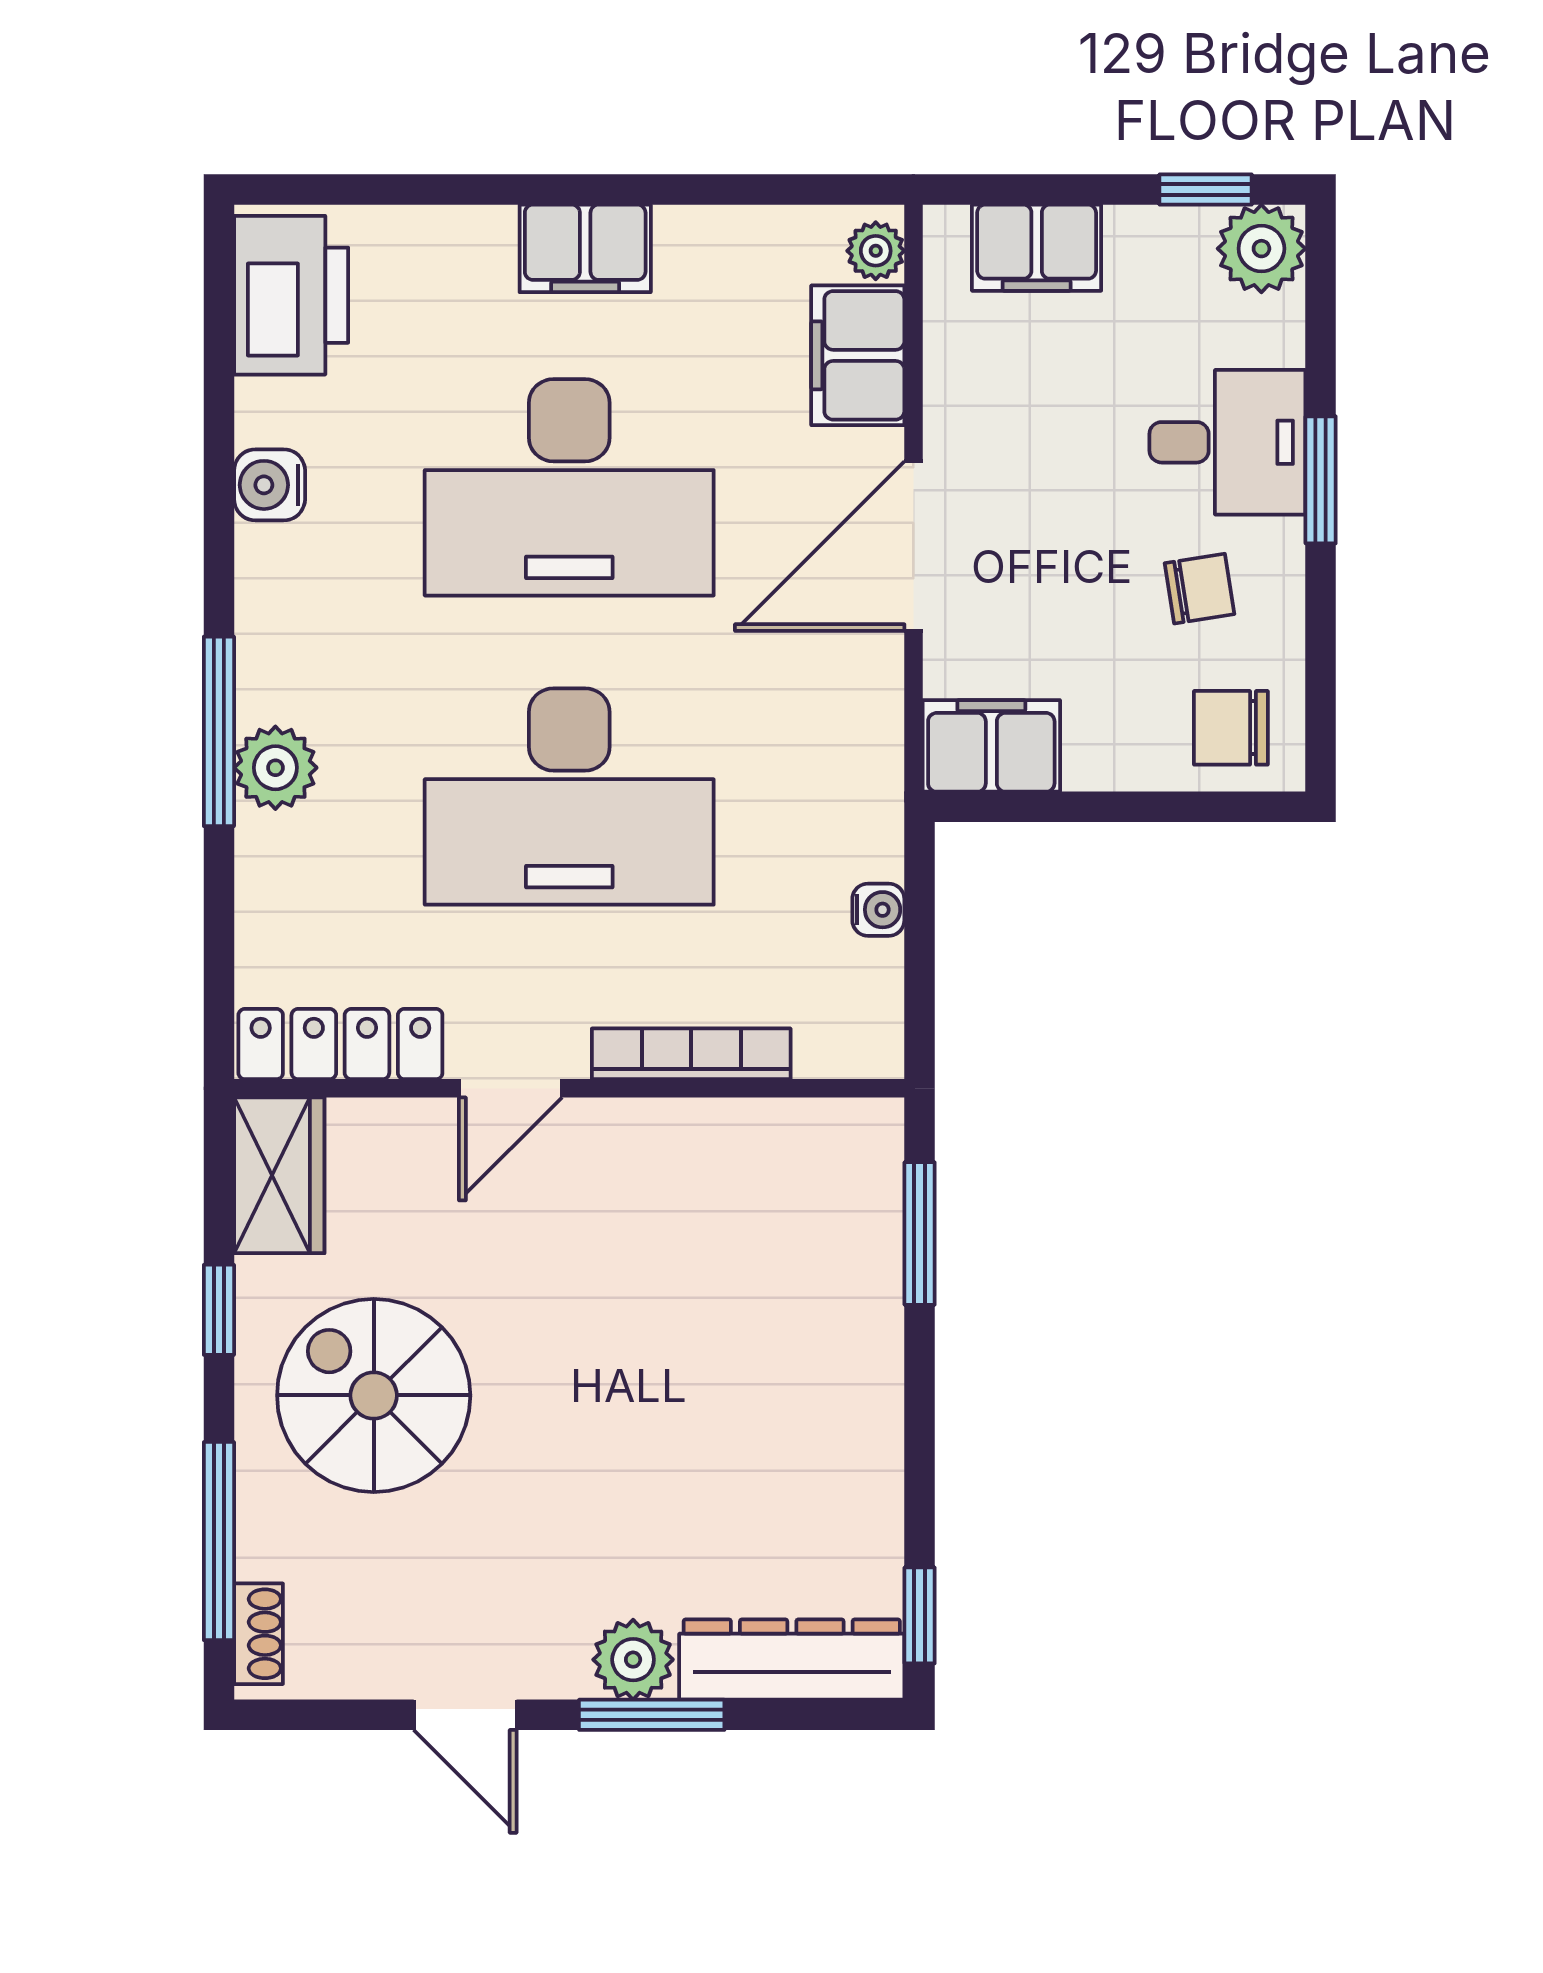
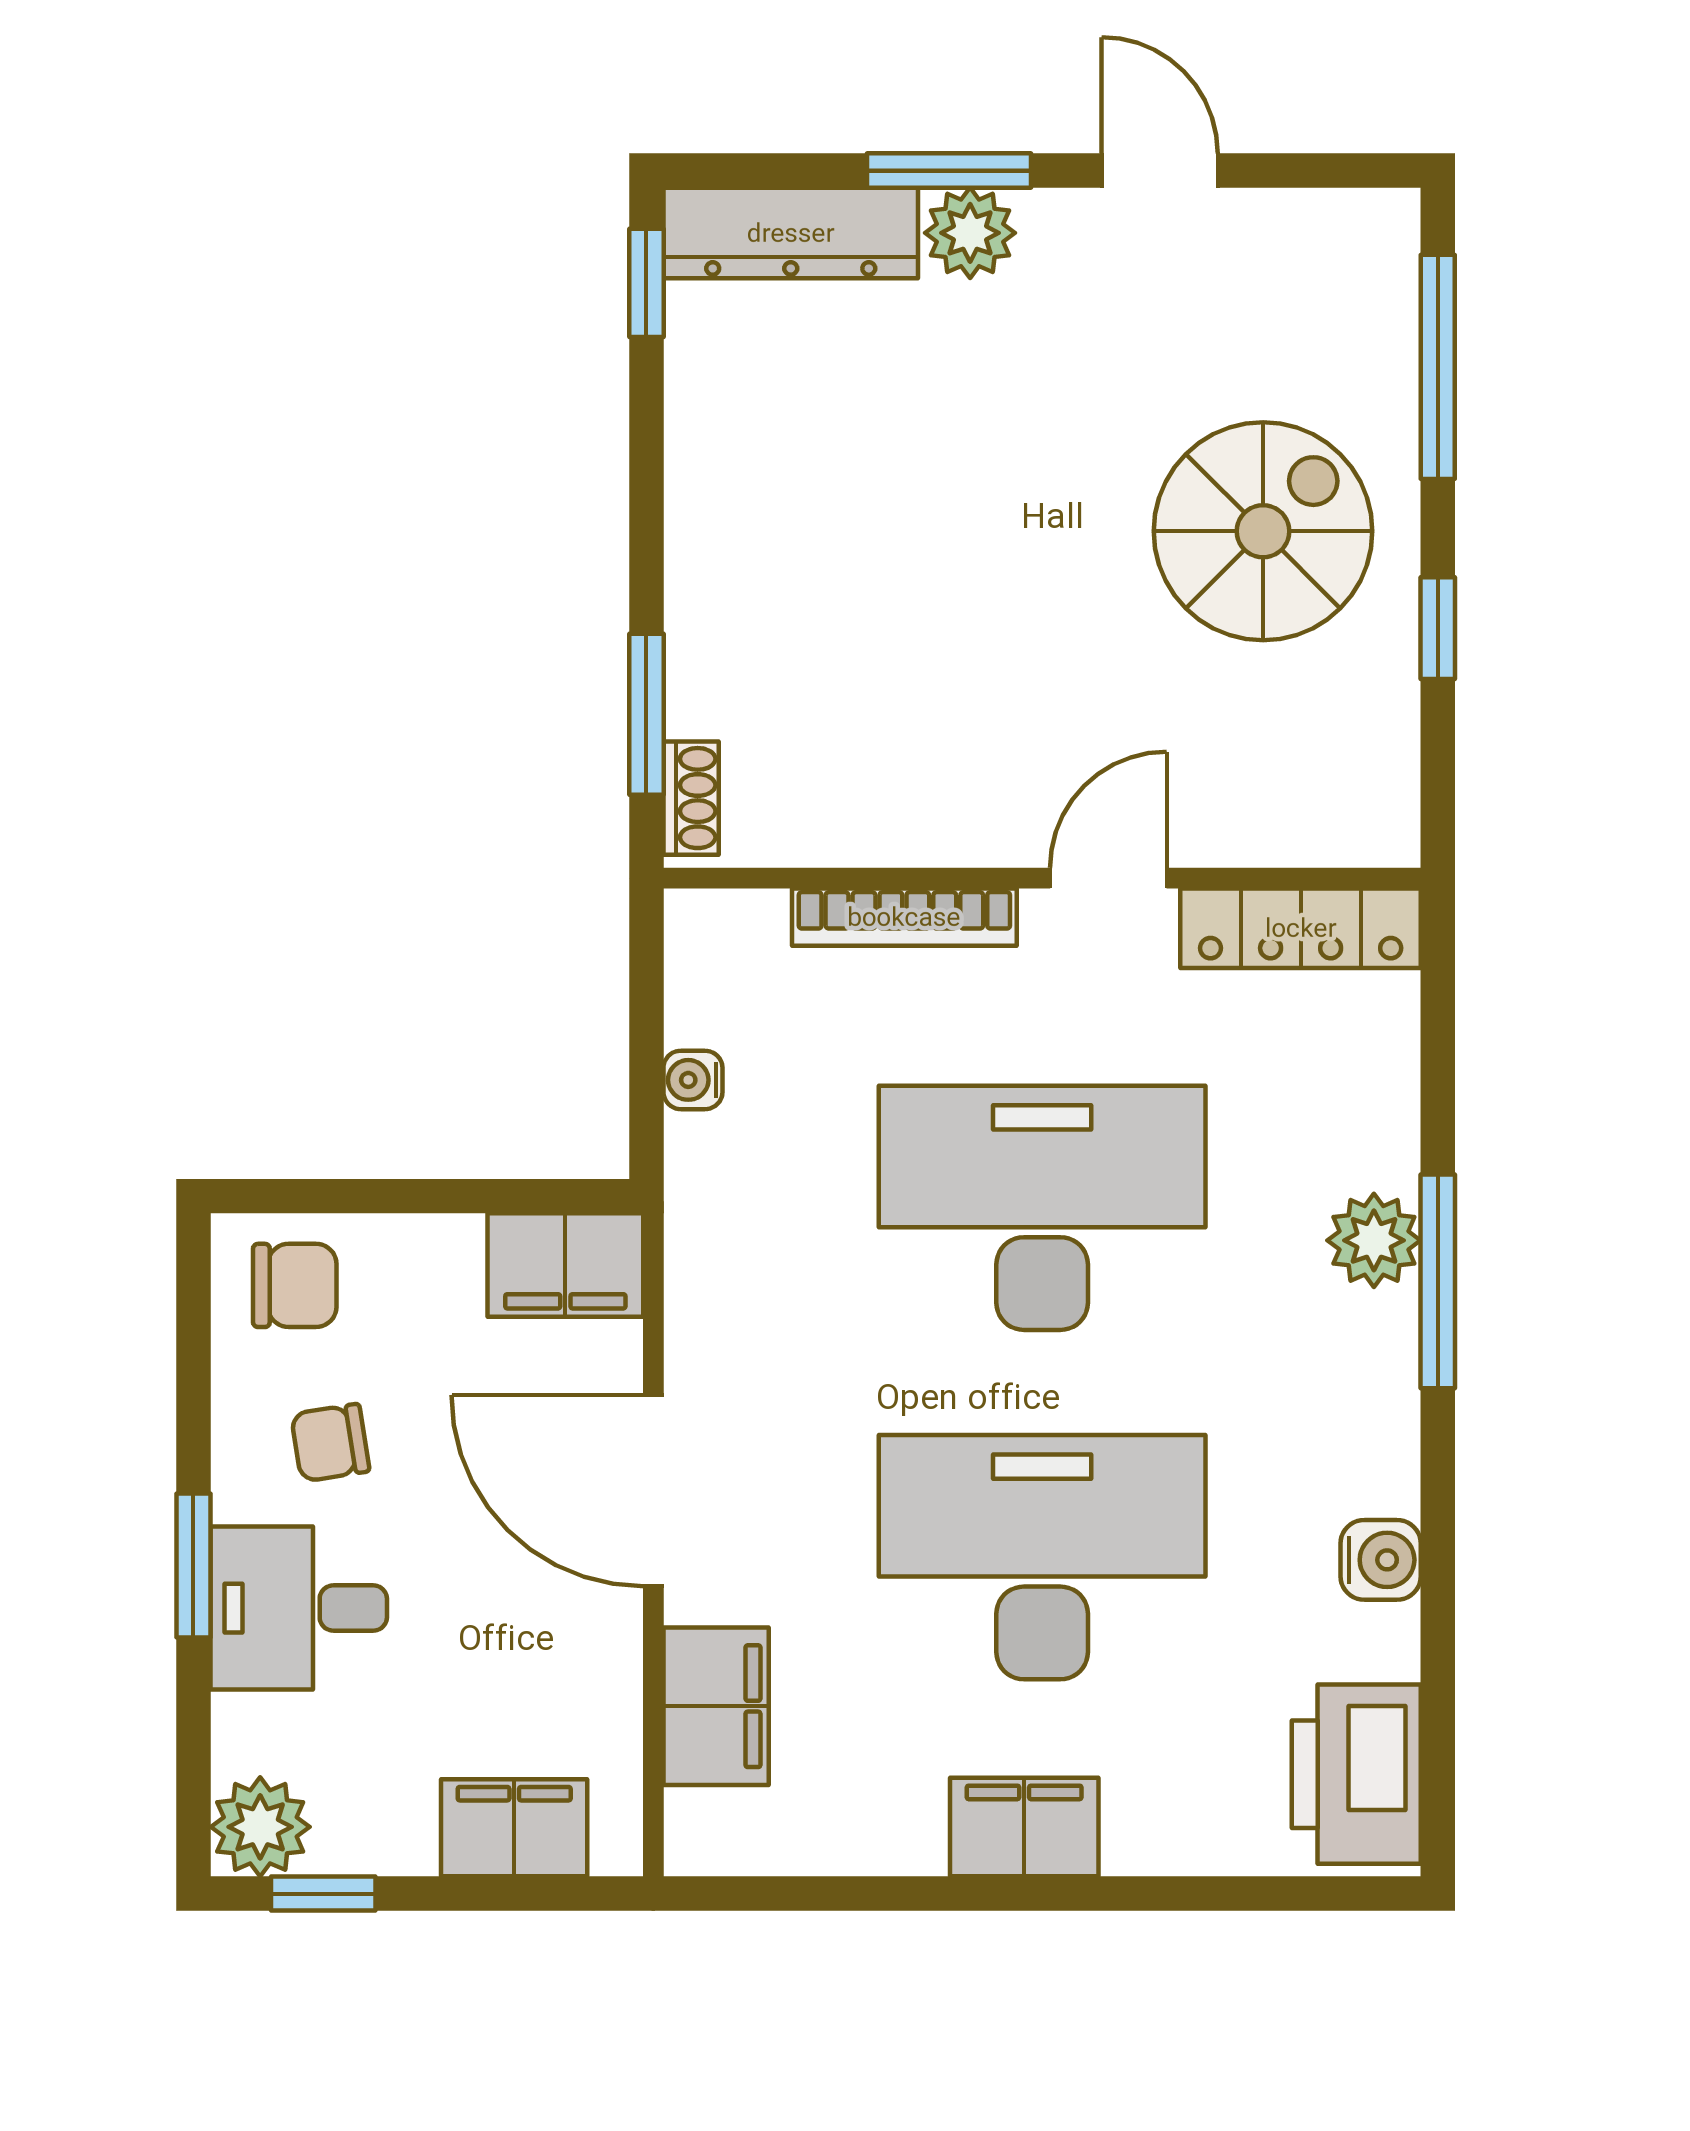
plant: (876, 251) -> (696, 1824), removed
door: (913, 546) -> (653, 1491), swing flipped
wardrobe: (279, 1175) -> (1370, 780), removed
spiral stairs: (374, 1395) -> (1263, 531), turned -90
shoe rack: (258, 1634) -> (691, 798), moved, turned 180

